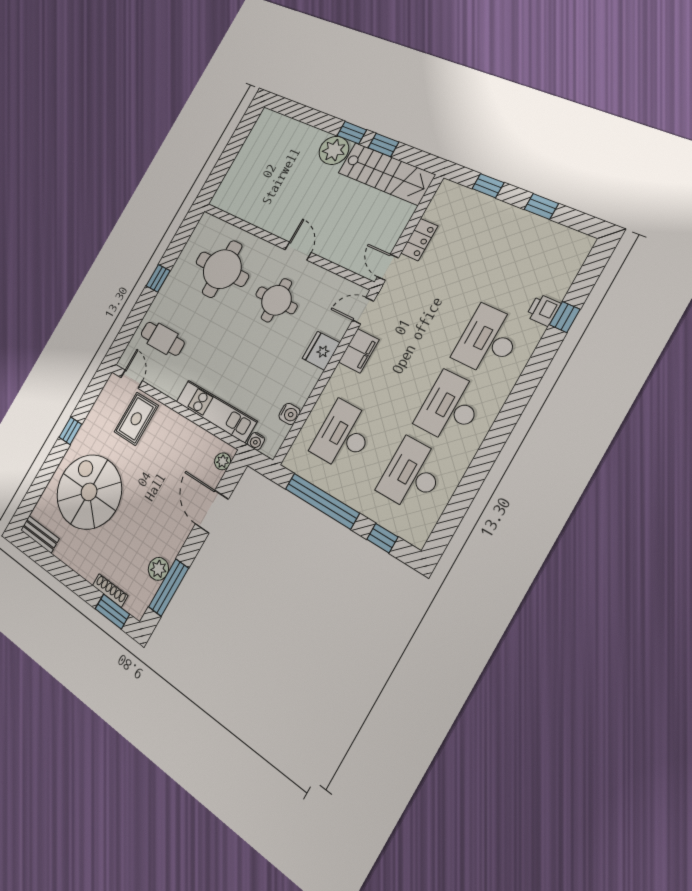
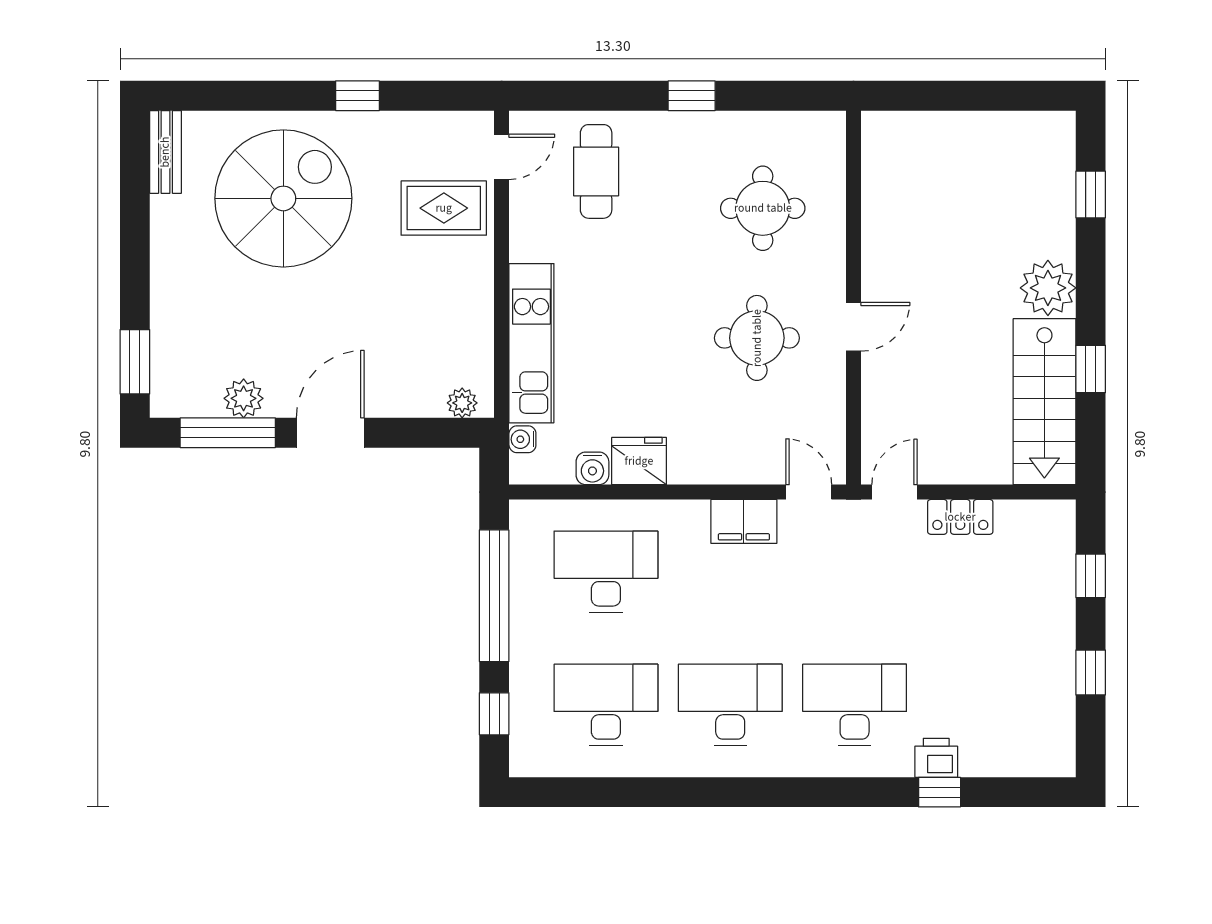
window: (352, 133) -> (1091, 194), moved
round table: (222, 269) -> (763, 208), width x0.73, depth x0.73
fridge: (321, 351) -> (639, 461), moved
door: (212, 512) -> (330, 433), moved
shoe rack: (110, 591) -> (162, 337), removed

